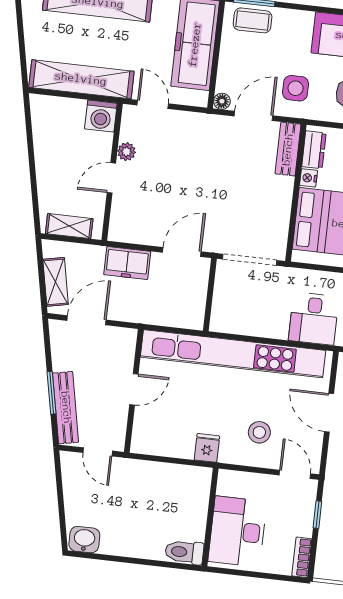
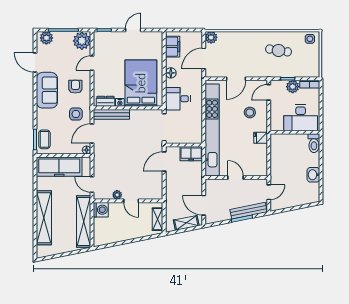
door: (153, 104) -> (92, 184), hinge flipped
door: (253, 116) -> (92, 133), hinge flipped
bench: (288, 149) -> (111, 114), width x1.36
door: (182, 252) -> (164, 161), hinge flipped
freezer: (127, 263) -> (191, 154), moved, turned 90
desk: (314, 319) -> (178, 99), moved, turned 180
plant: (301, 523) -> (293, 87), added
washbasin: (84, 540) -> (313, 175), moved

